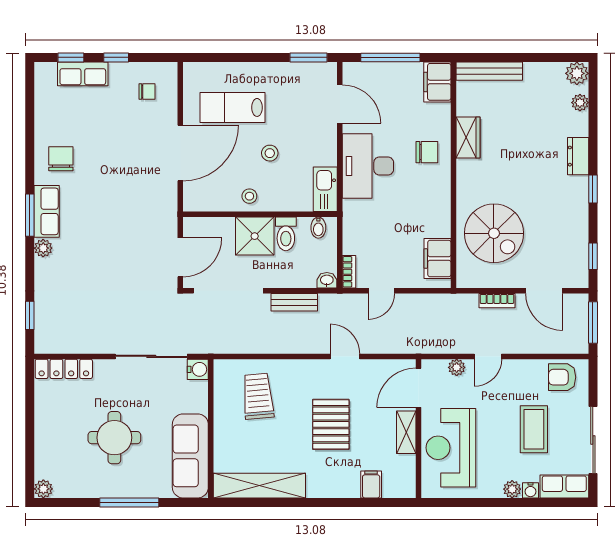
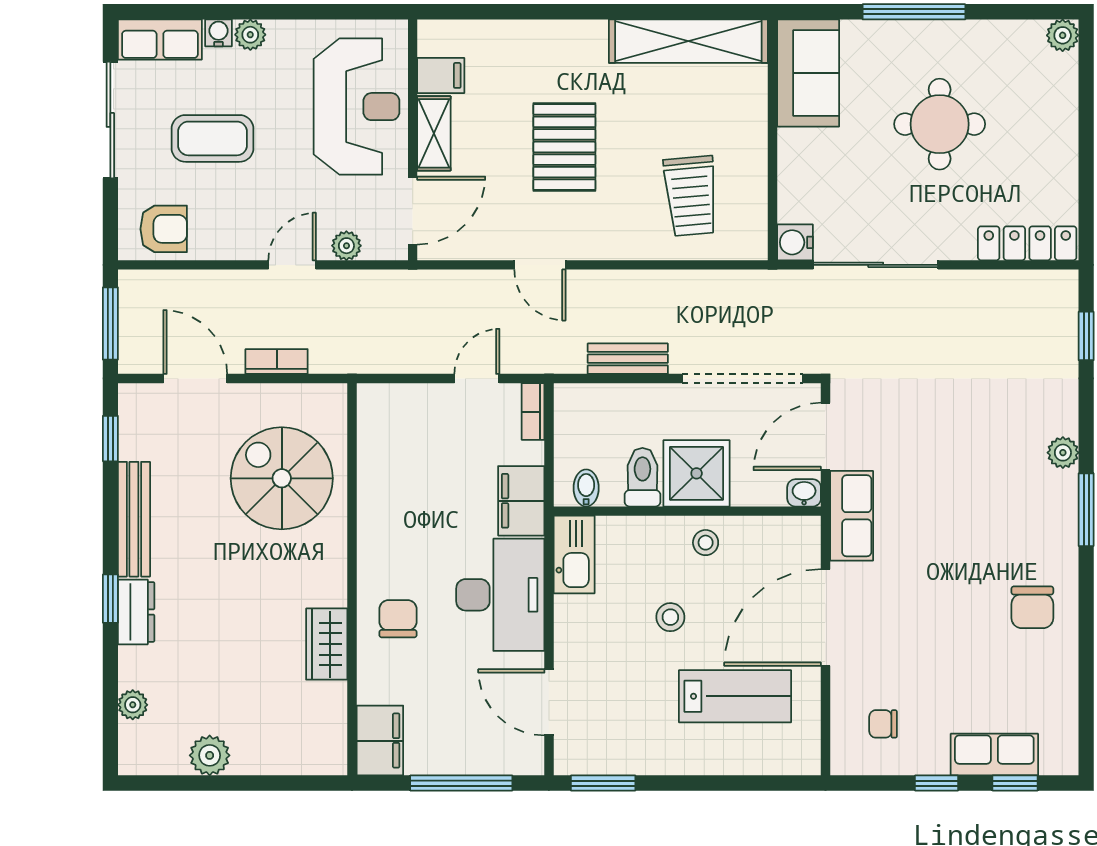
bench: (489, 71) -> (134, 519), moved, turned 90
plant: (577, 73) -> (210, 755), moved
chair: (427, 152) -> (398, 619), turned 90
window: (593, 189) -> (110, 599), moved
row of seats: (47, 211) -> (852, 516), moved, turned 180
filing cabinet: (437, 259) -> (521, 501), moved, turned 180
washbasin: (327, 280) -> (804, 493), moved, turned 180
coffee table: (534, 429) -> (213, 138), turned 90
sofa: (190, 456) -> (808, 73), width x0.73
filing cabinet: (371, 484) -> (441, 75), moved, turned -90

